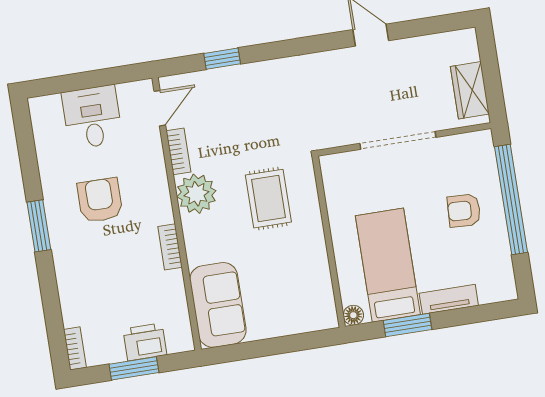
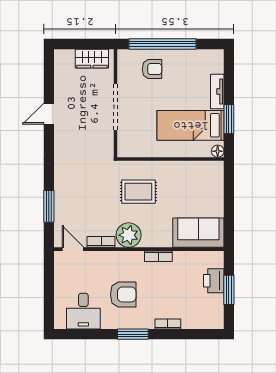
window: (222, 59) -> (49, 206), width x1.50
desk: (92, 117) -> (83, 311), moved, turned -90
armchair: (100, 200) -> (123, 294), turned 180
armchair: (464, 211) -> (152, 69), moved, turned -93
bookcase: (75, 348) -> (168, 324), moved

